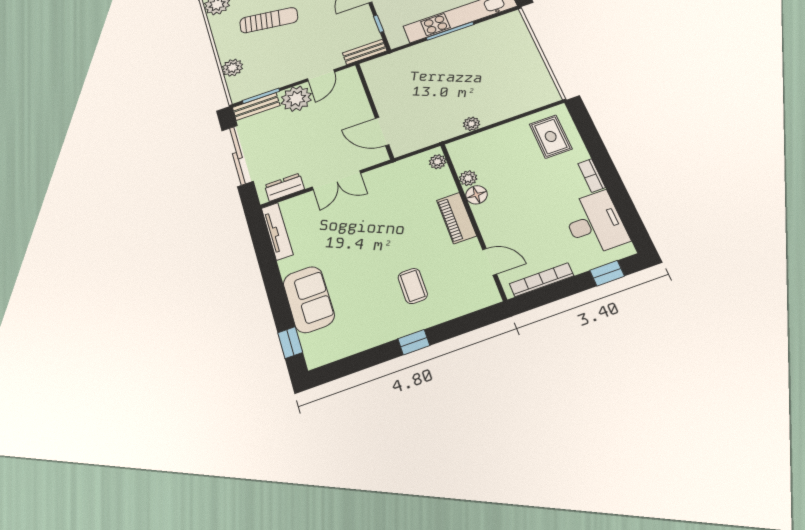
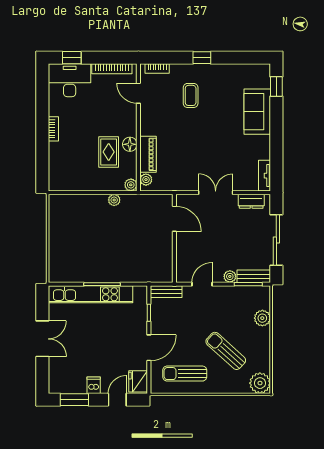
sun lounger: (269, 20) -> (226, 351), turned 33
plant: (296, 99) -> (230, 276), width x0.53, depth x0.53
rug: (551, 136) -> (109, 152), moved
plant: (468, 178) -> (131, 185), moved
piano: (457, 218) -> (148, 154), moved
desk: (595, 223) -> (70, 80), moved, turned 90
tv unit: (277, 231) -> (265, 176), width x0.71
bookcase: (475, 304) -> (157, 68), added

